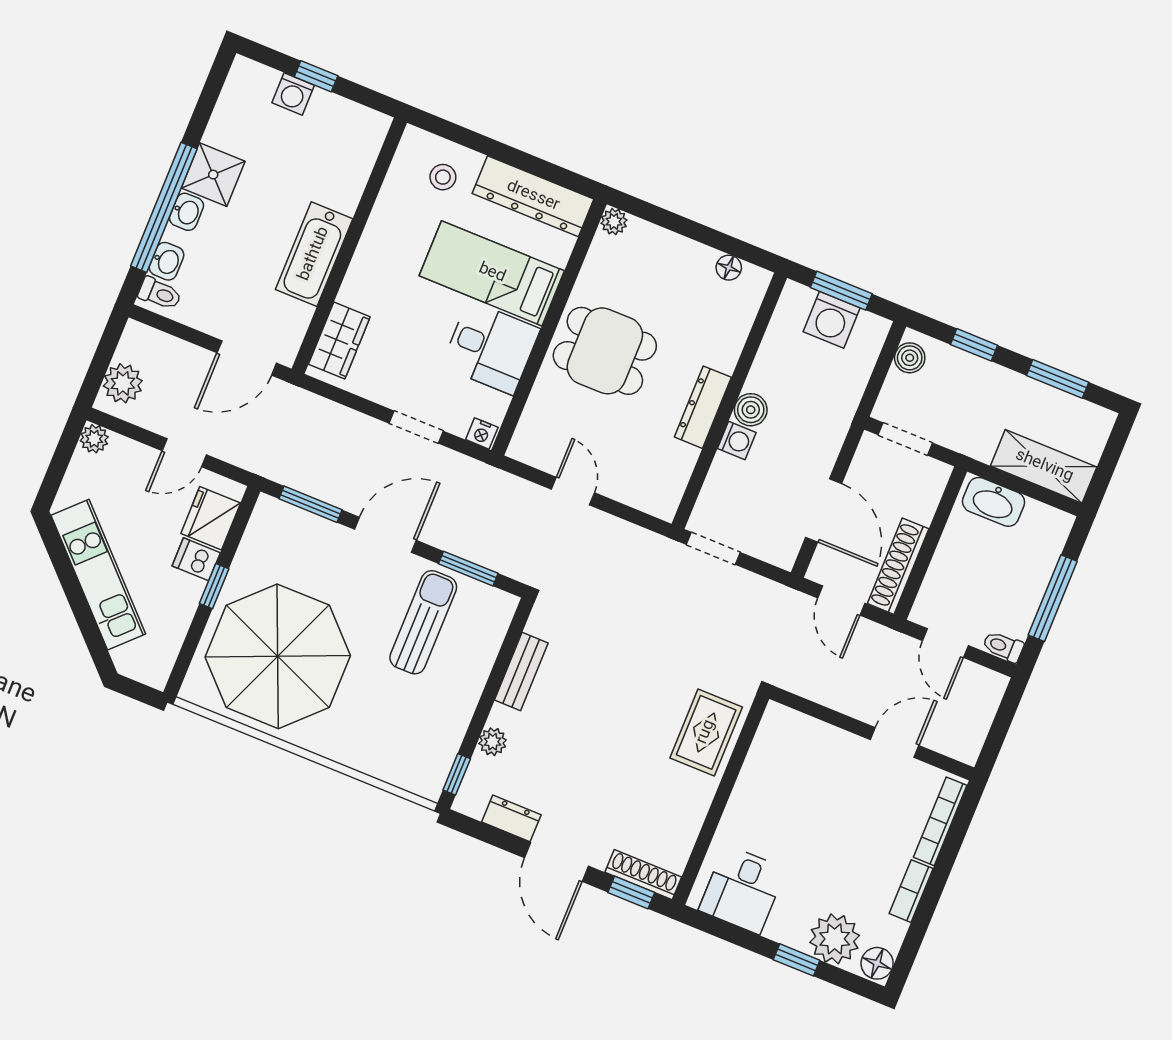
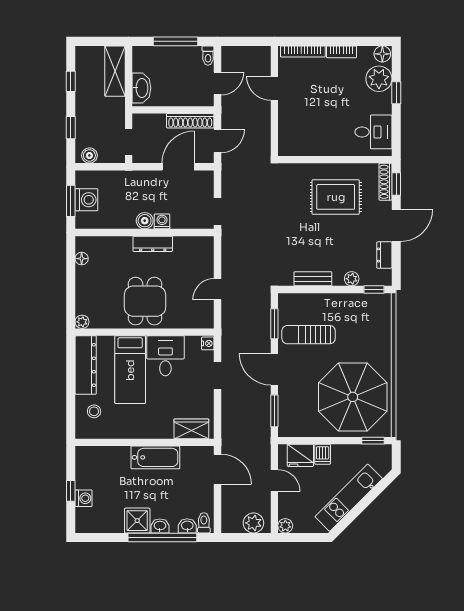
window: (1058, 379) -> (71, 81), width x0.67
window: (214, 586) -> (373, 441), moved
rug: (706, 732) -> (336, 197), moved, width x1.36, depth x1.43

